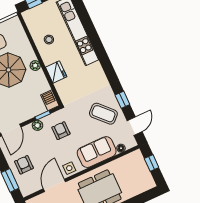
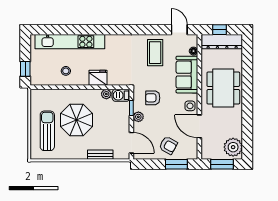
plant: (35, 66) -> (106, 94), moved
window: (122, 100) -> (150, 30), removed
coffee table: (103, 114) -> (155, 53), turned -46
armchair: (24, 165) -> (168, 145), turned -151
dresser: (142, 171) -> (222, 42), added

